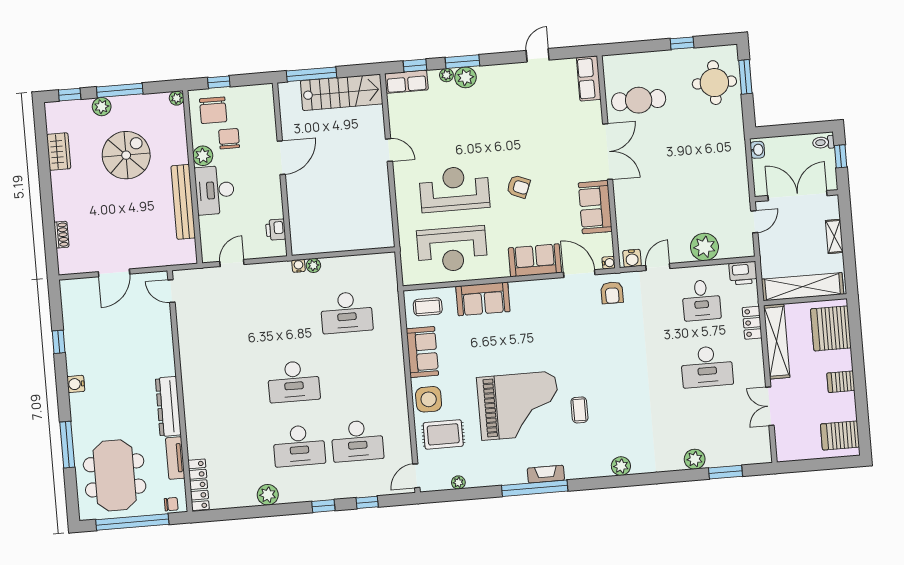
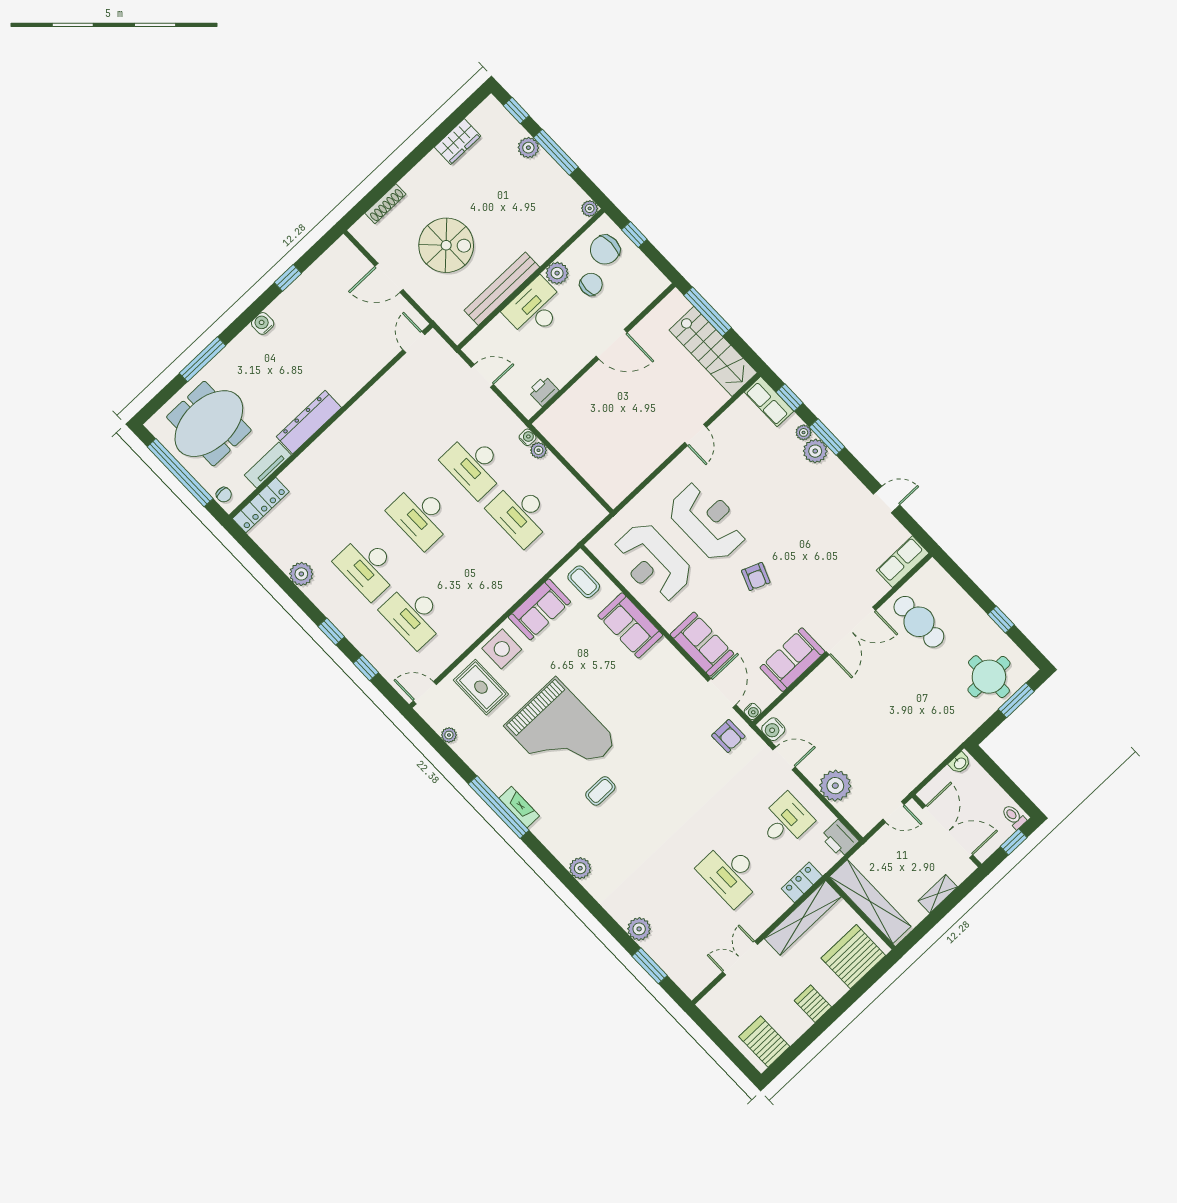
spiral stairs: (126, 155) -> (446, 245), moved
shoe rack: (61, 235) -> (385, 204), width x1.43
armchair: (612, 293) -> (728, 736), turned -90
desk: (701, 300) -> (786, 821), turned 180
desk: (288, 317) -> (474, 465), added

